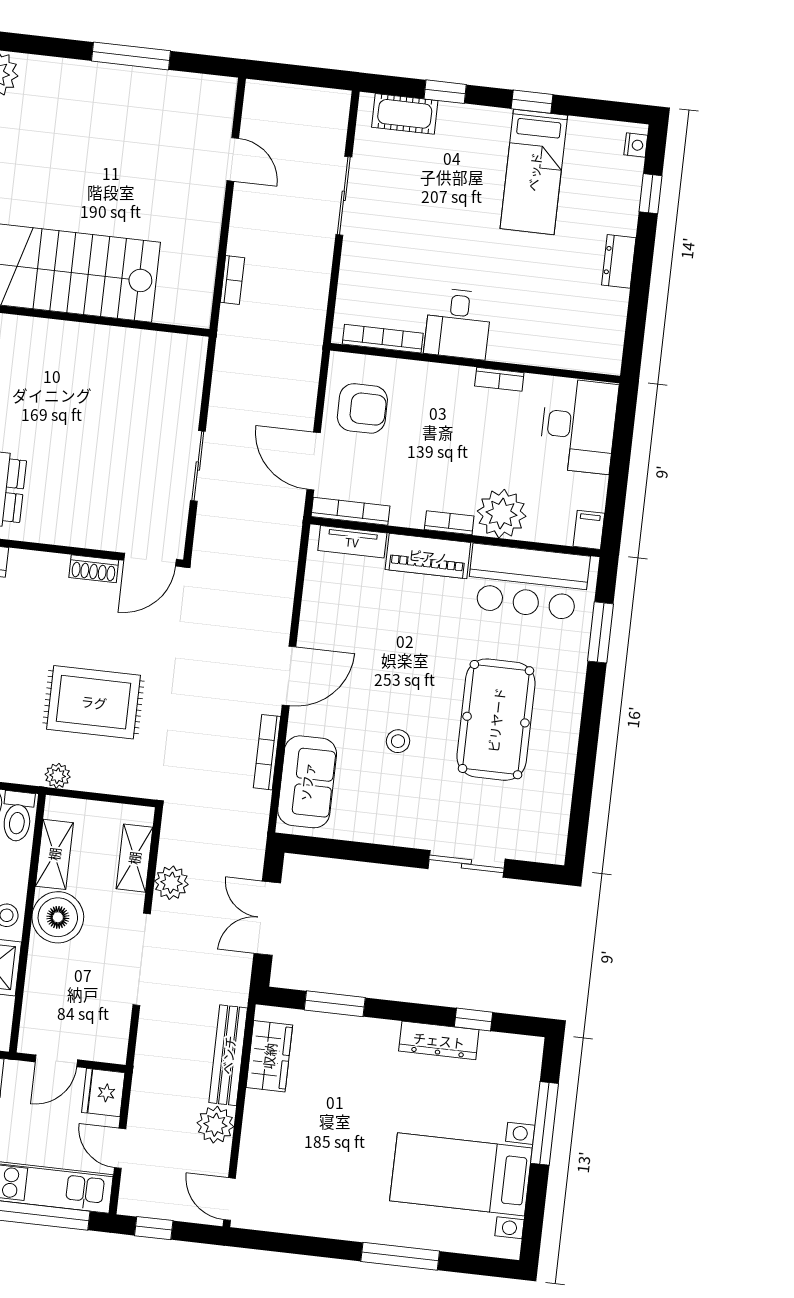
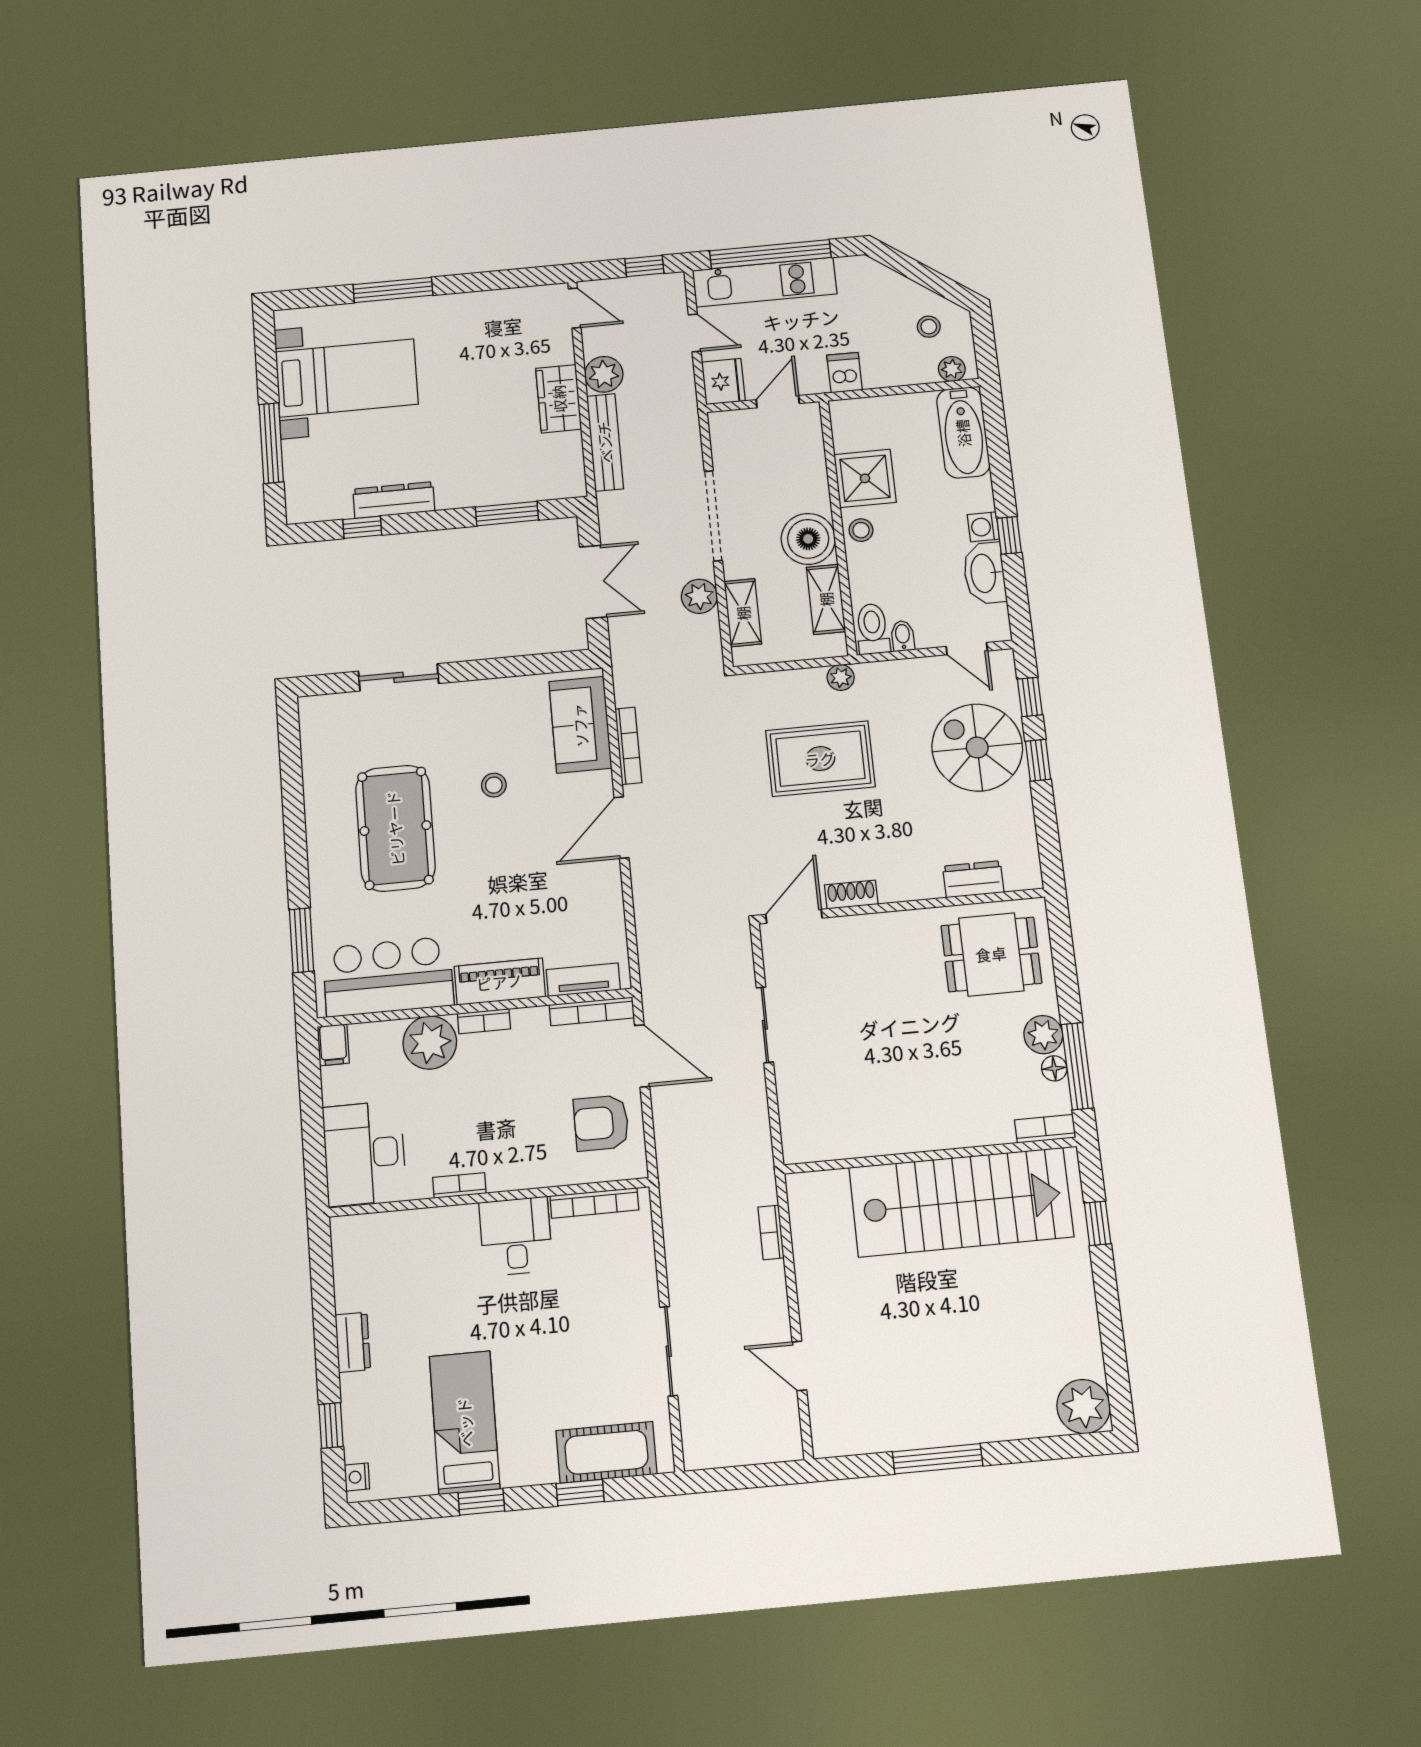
cot: (405, 114) -> (606, 1452), width x1.37, depth x1.34
wardrobe: (269, 1056) -> (559, 399), moved

